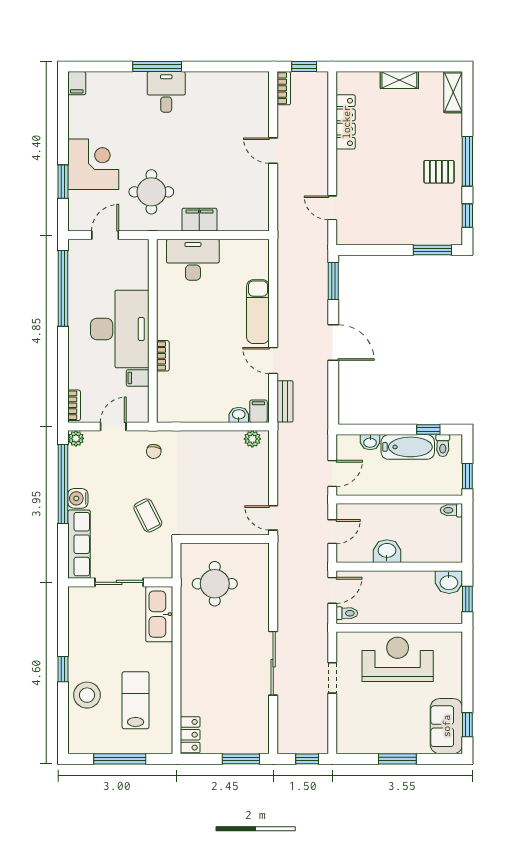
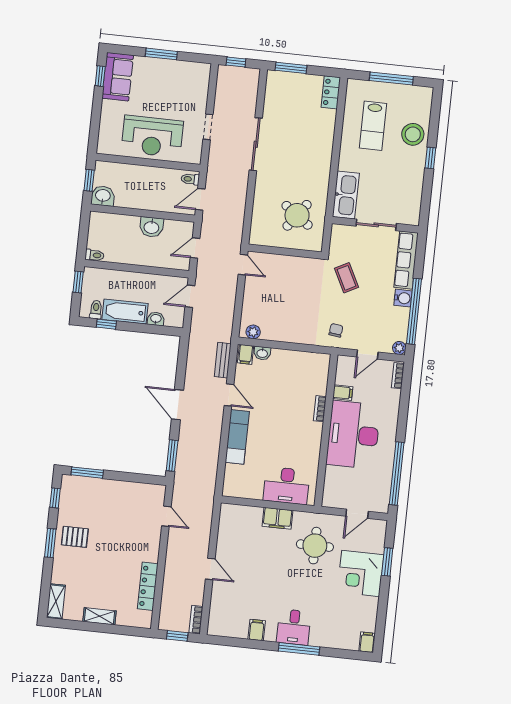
filing cabinet: (210, 84) -> (257, 630), added
window: (467, 161) -> (50, 543), width x0.69
round table: (215, 584) -> (297, 215), turned 36

